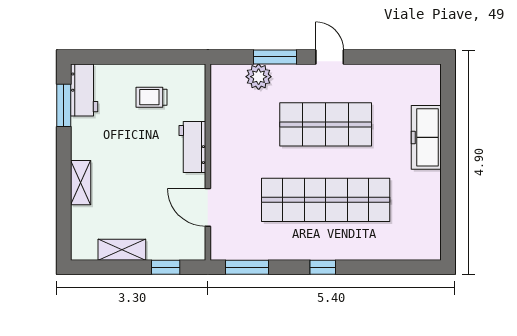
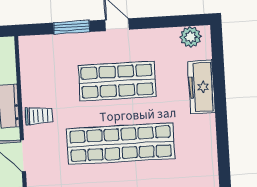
plant: (259, 77) -> (191, 37), moved
trolley: (230, 161) -> (39, 116), added

